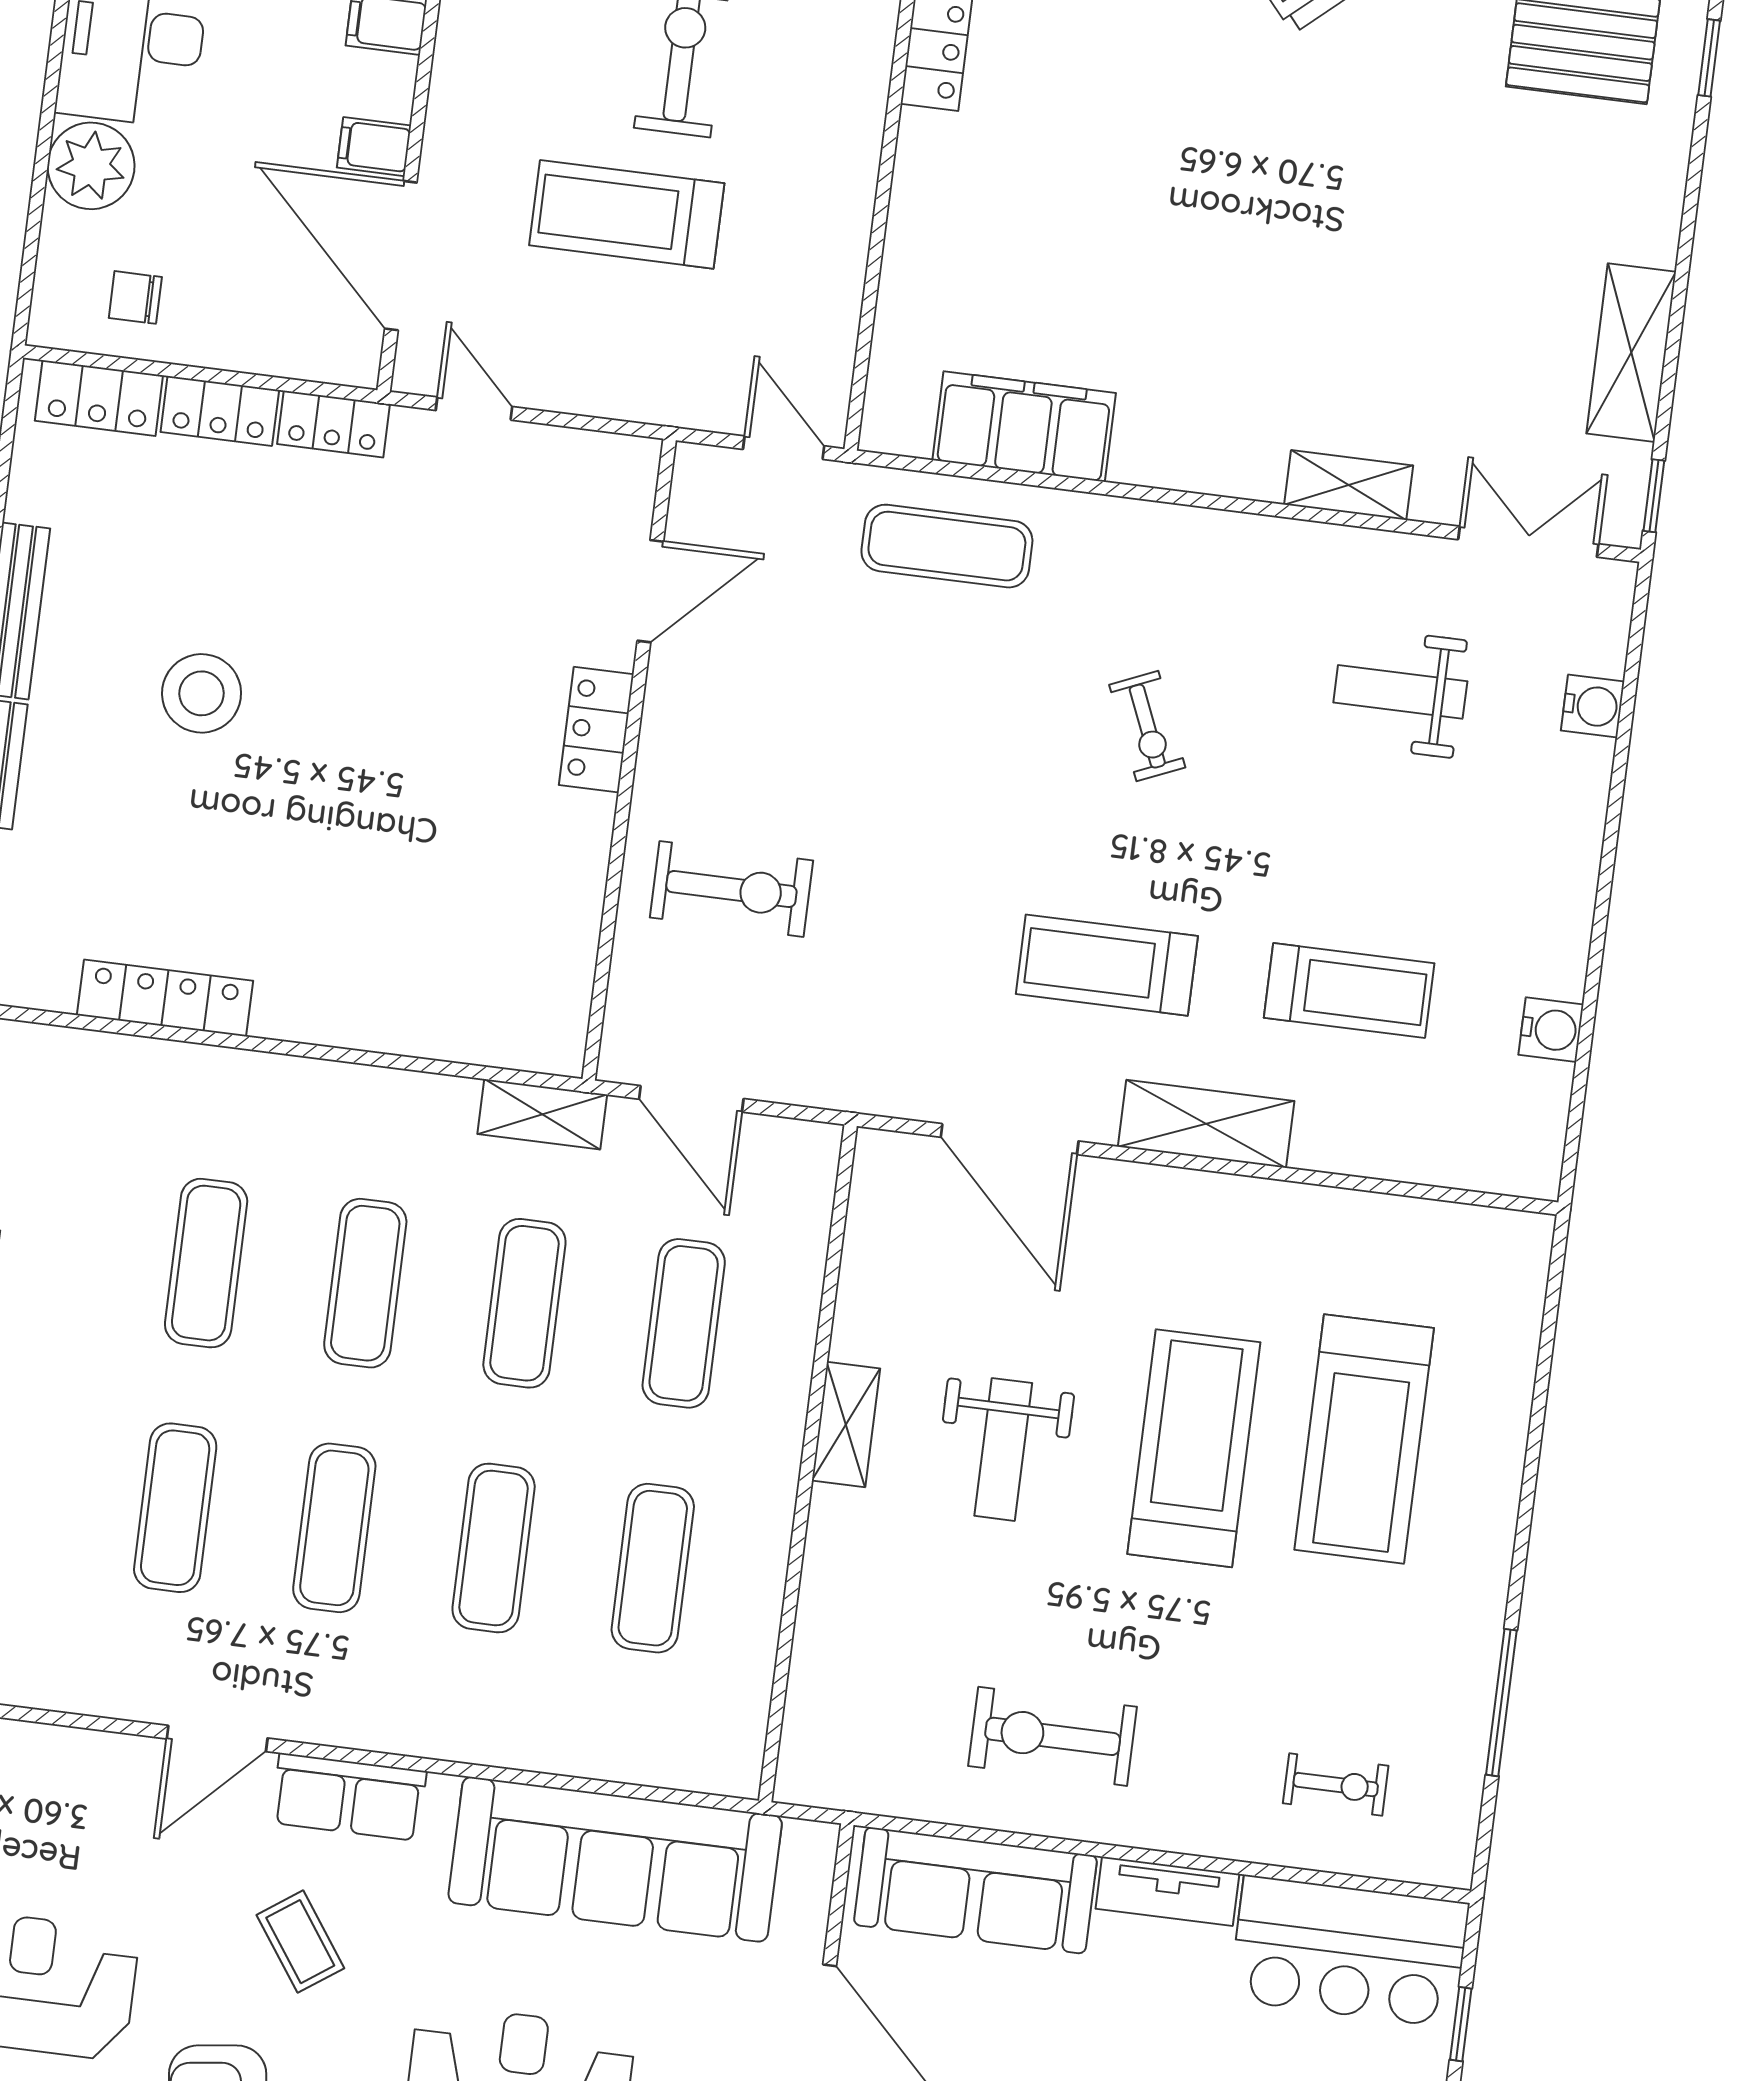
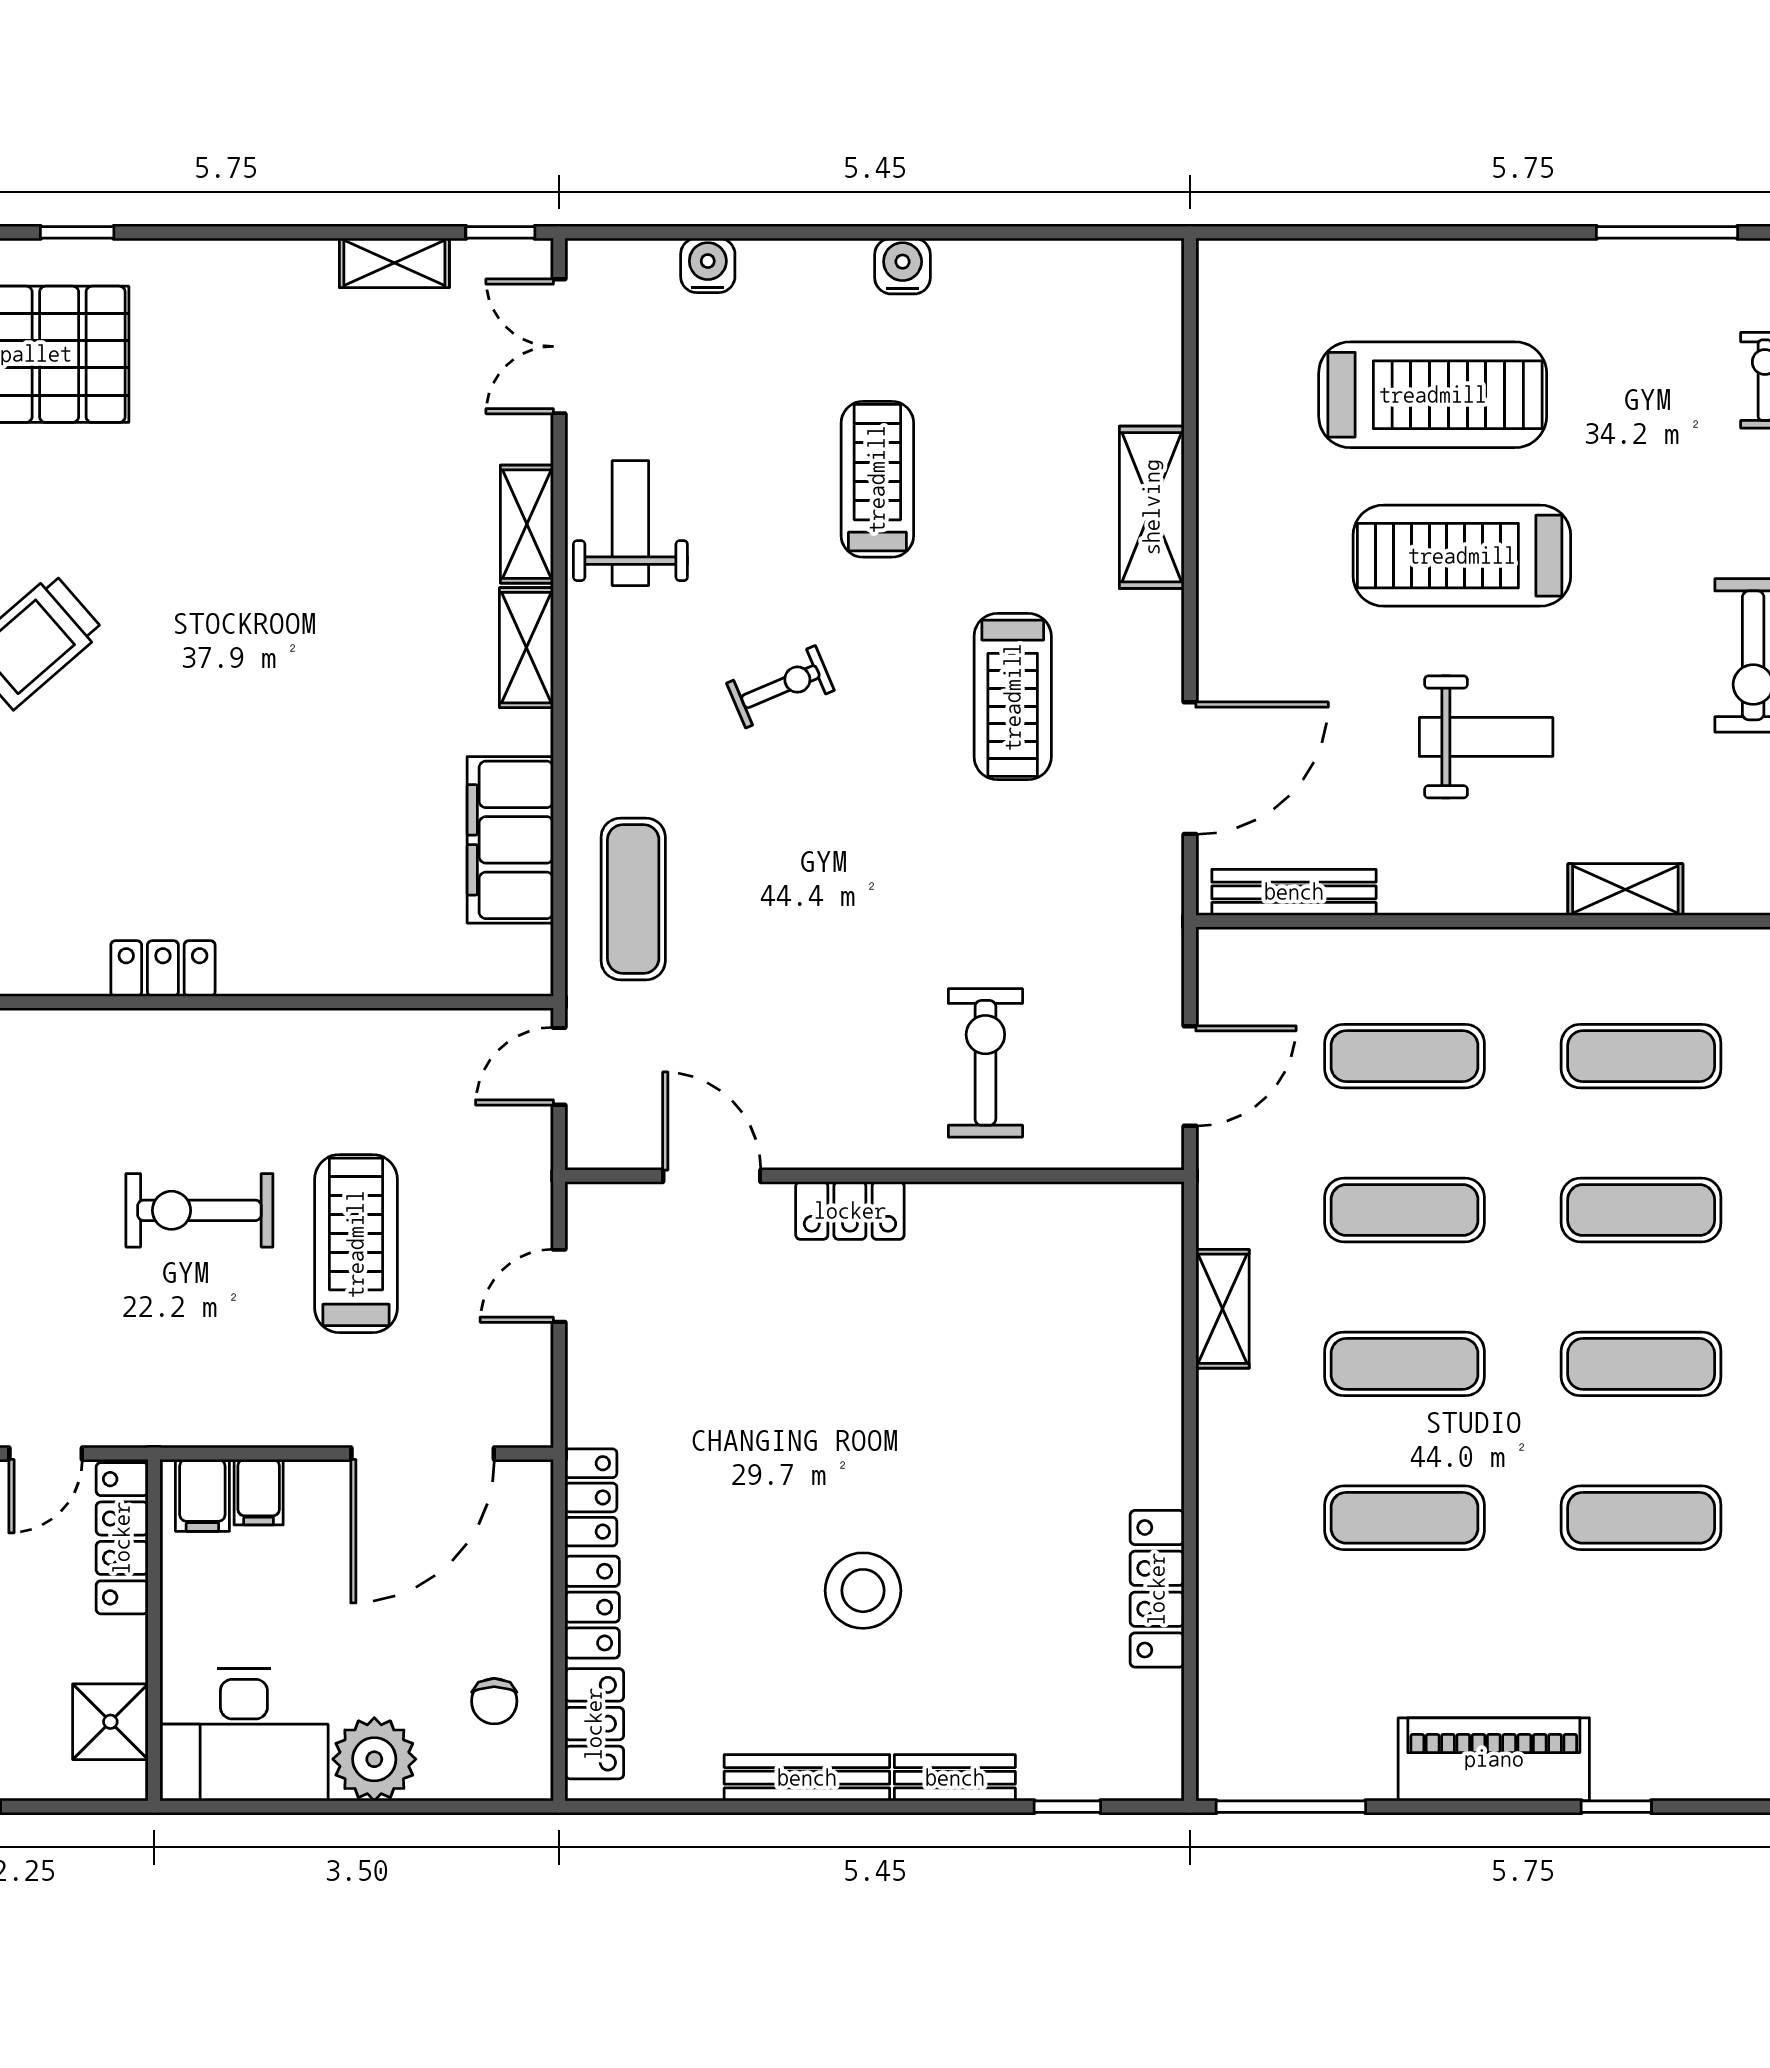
filing cabinet: (374, 147) -> (259, 1492), moved
treadmill: (627, 214) -> (356, 1244), turned 180
shelving: (1631, 353) -> (394, 263), width x0.67, depth x0.75
door: (474, 409) -> (559, 1286), moved
shelving: (1221, 468) -> (526, 648), added
weight bench: (1400, 692) -> (630, 523), moved, turned 180
treadmill: (1349, 990) -> (877, 479), moved
water cooler: (1551, 1030) -> (903, 266), moved
shelving: (542, 1114) -> (1223, 1309), moved
shelving: (1206, 1124) -> (1152, 507), moved
bench: (867, 1230) -> (1294, 892), added
shelving: (846, 1424) -> (1625, 890), moved

